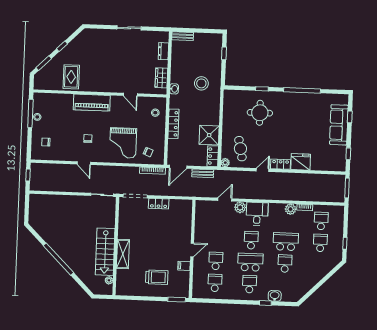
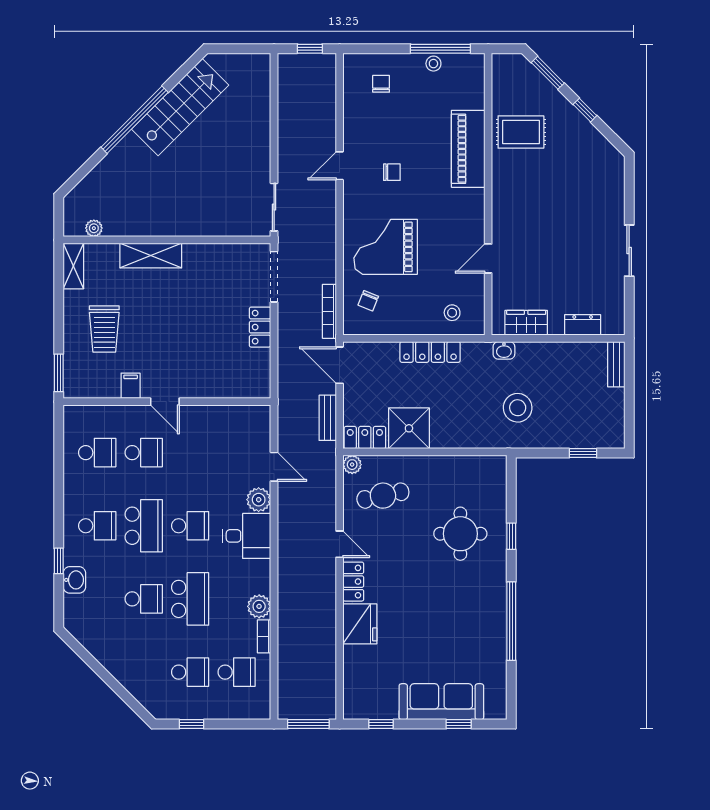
piano: (92, 103) -> (468, 149), moved
stairs: (105, 252) -> (180, 107), moved, turned 135
shelving: (126, 291) -> (73, 266), added

